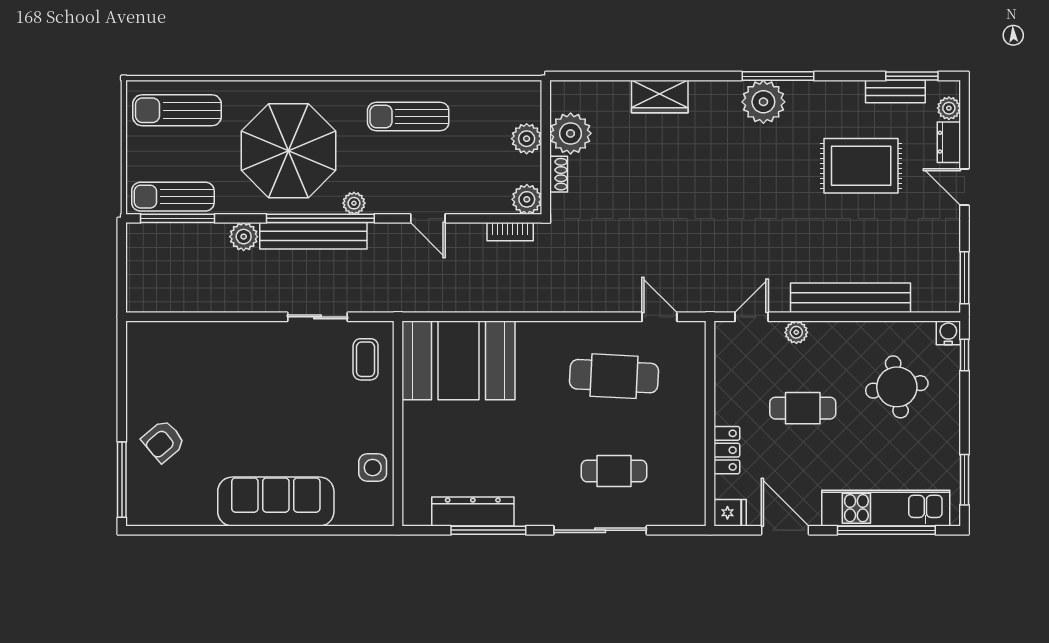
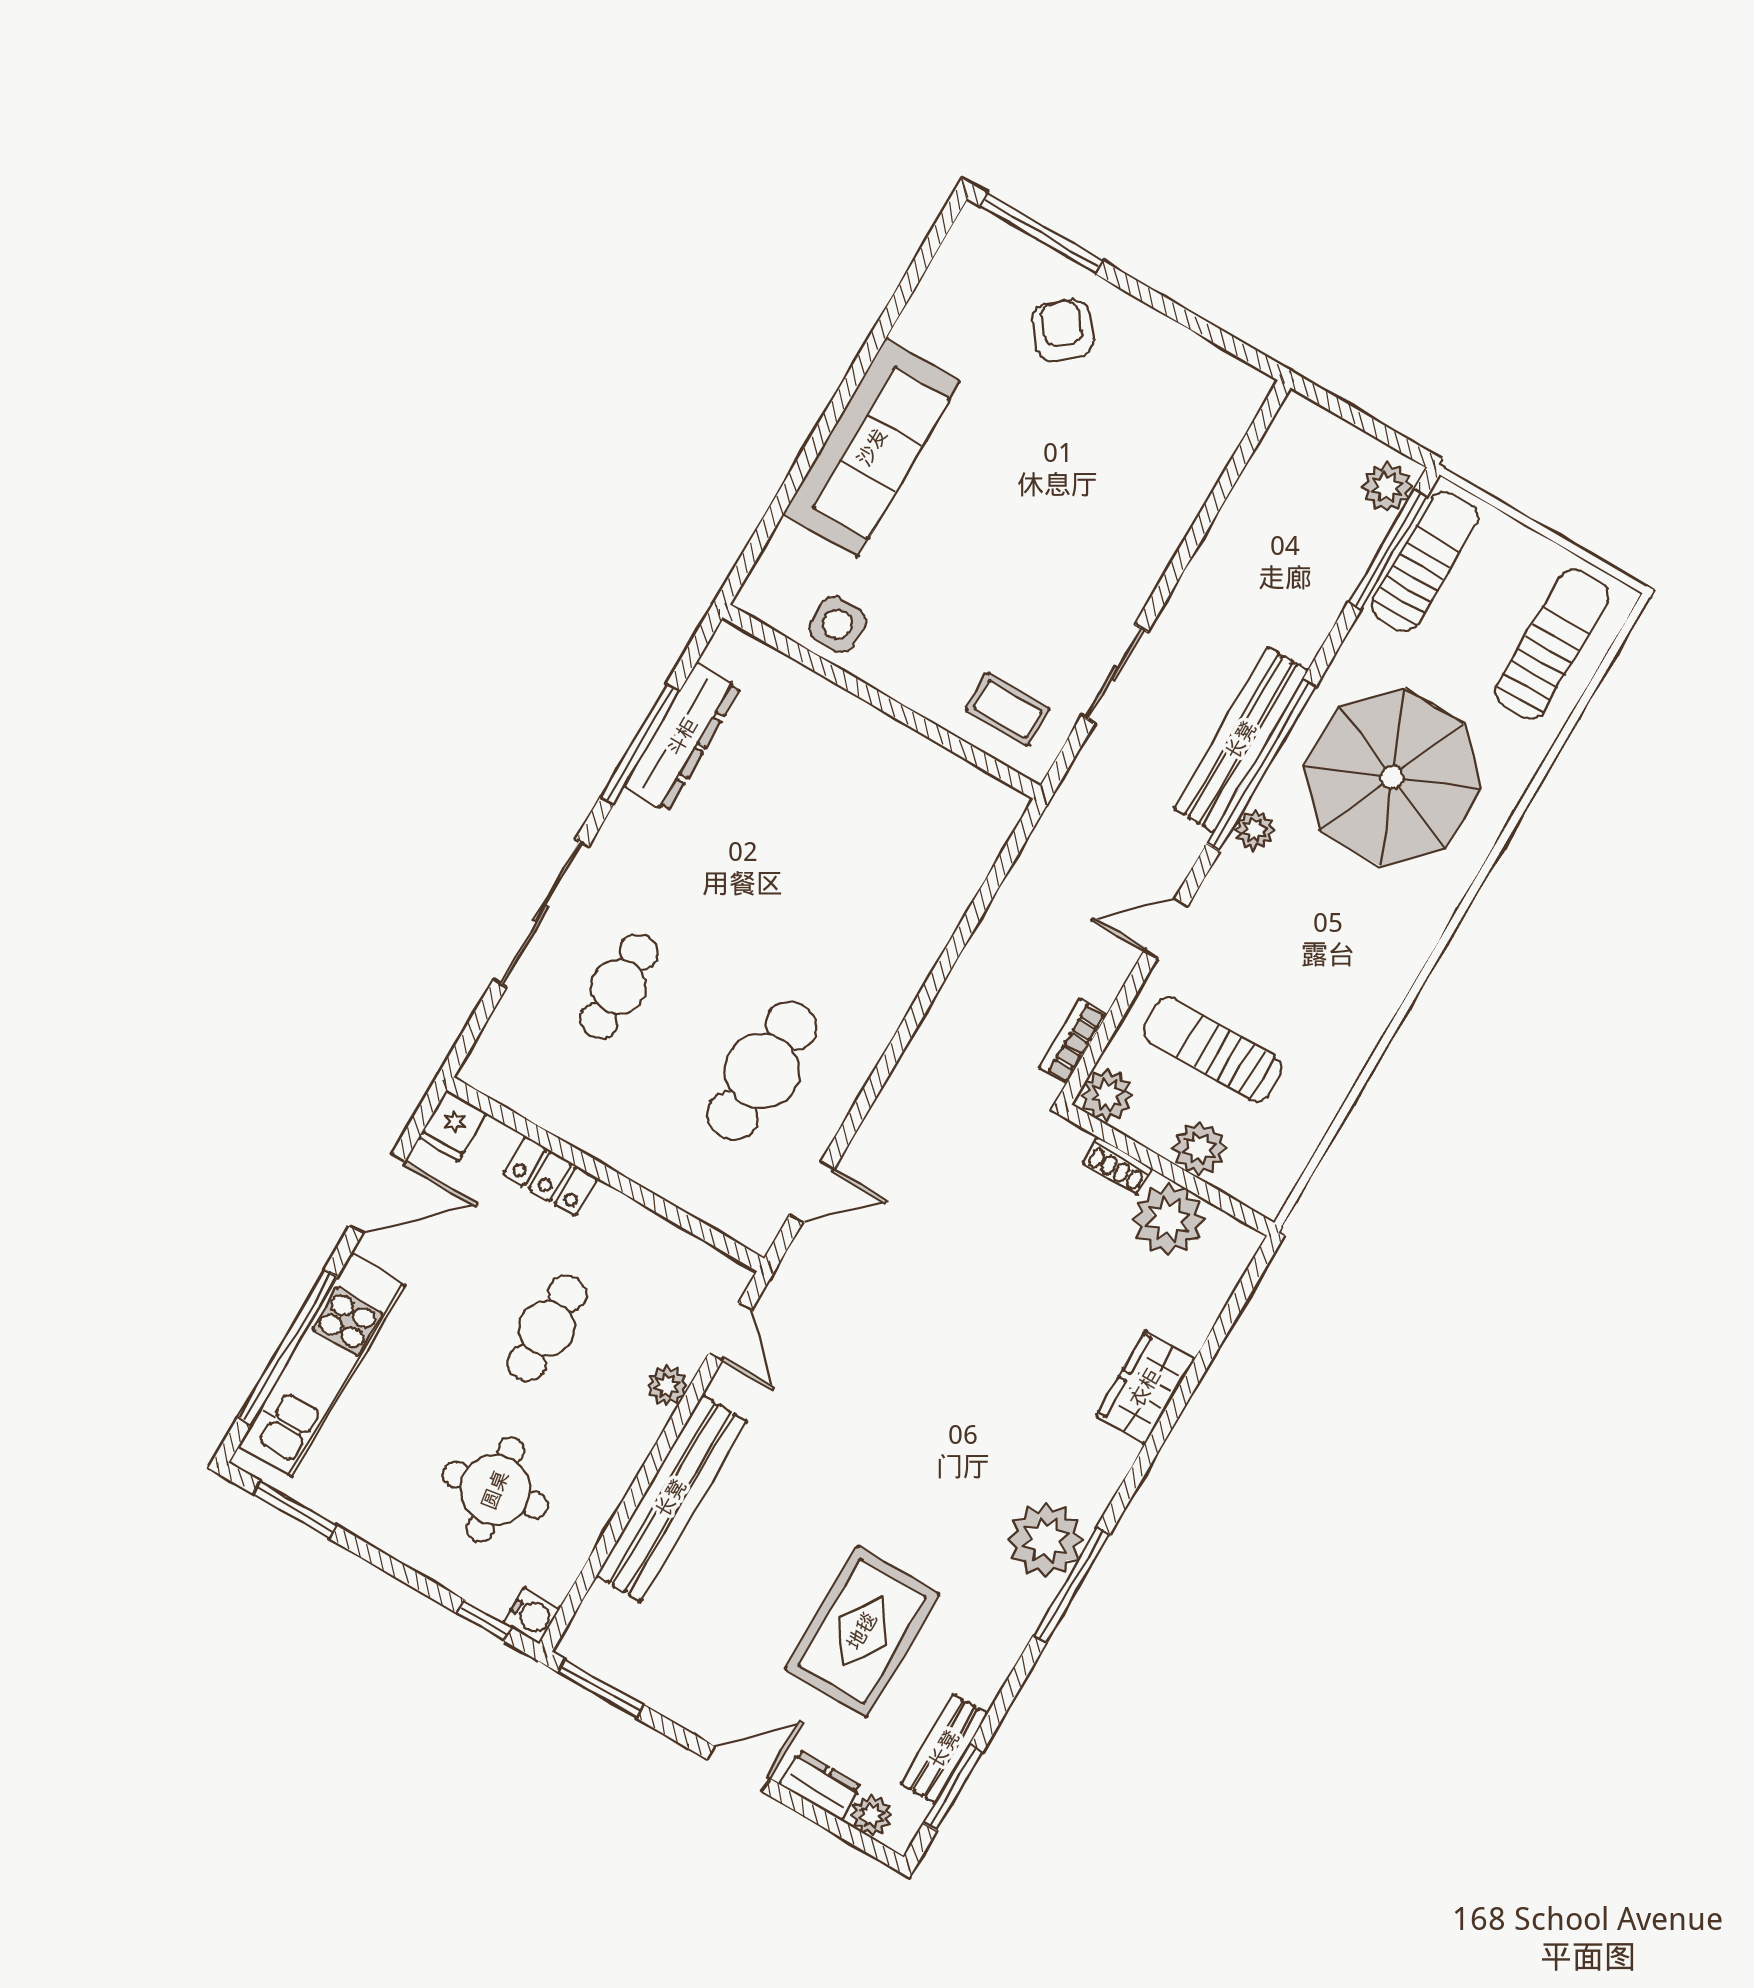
sun lounger: (408, 116) -> (1212, 1049), moved, turned -90
plant: (244, 237) -> (1387, 487), moved
booth: (458, 360) -> (924, 849), removed

